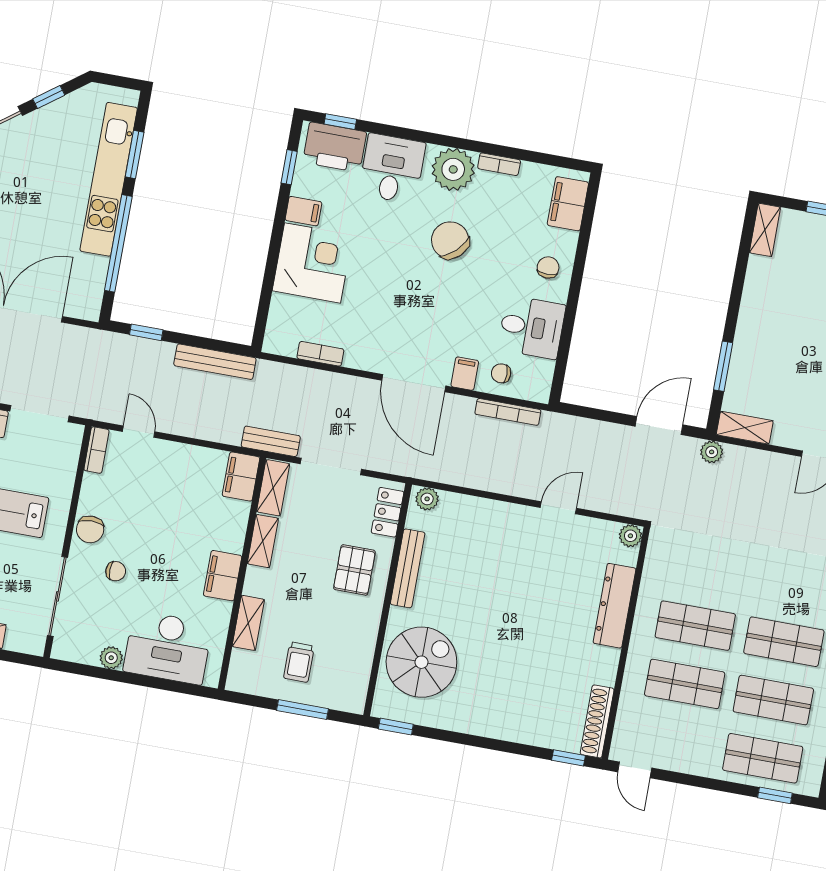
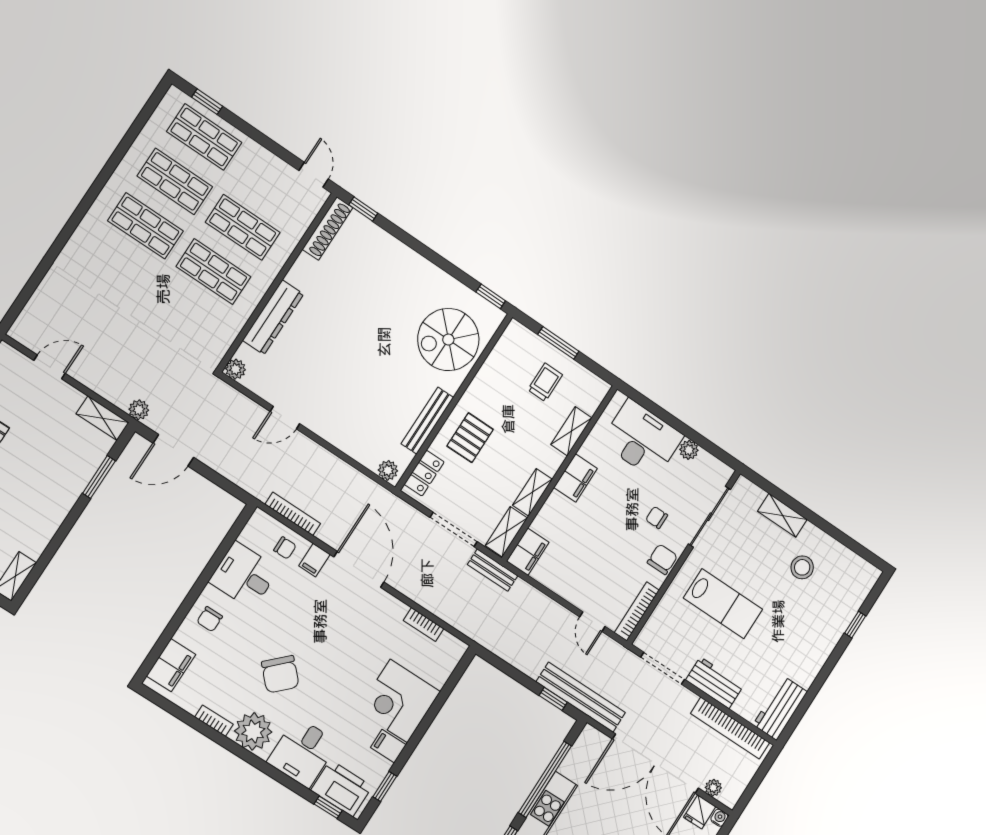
bench: (215, 362) -> (581, 697), moved, width x1.37, depth x1.21
bookcase: (97, 450) -> (637, 611), width x1.56

